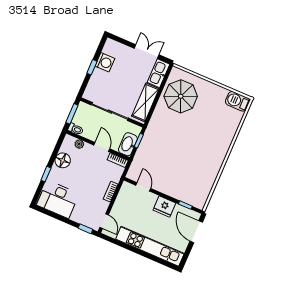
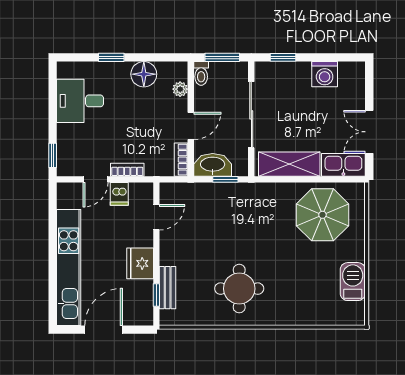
double door: (147, 52) -> (369, 132), swing flipped
window: (92, 67) -> (283, 57), moved
barbecue: (237, 101) -> (353, 282), moved
round table: (201, 159) -> (239, 289), added
bench: (184, 197) -> (168, 288), added
desk: (58, 199) -> (80, 101), width x0.73
dishwasher: (122, 202) -> (119, 194), added
door: (104, 221) -> (96, 179), moved
door: (196, 232) -> (104, 330), moved

